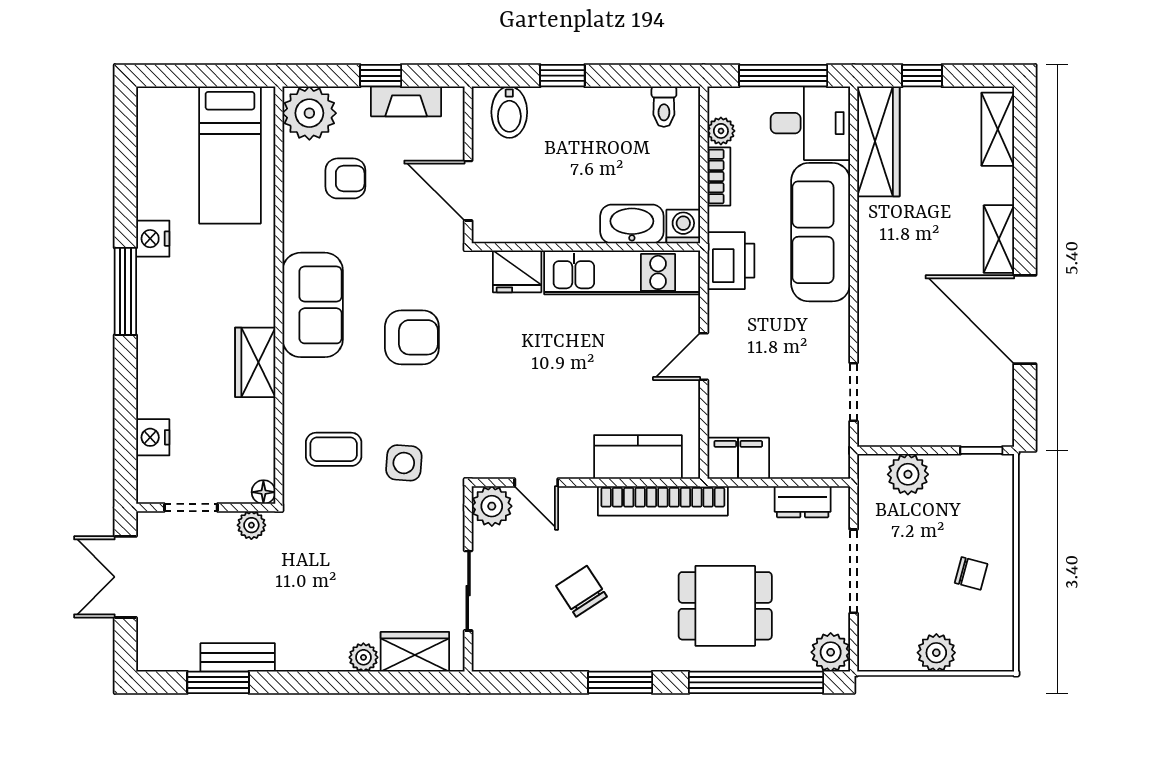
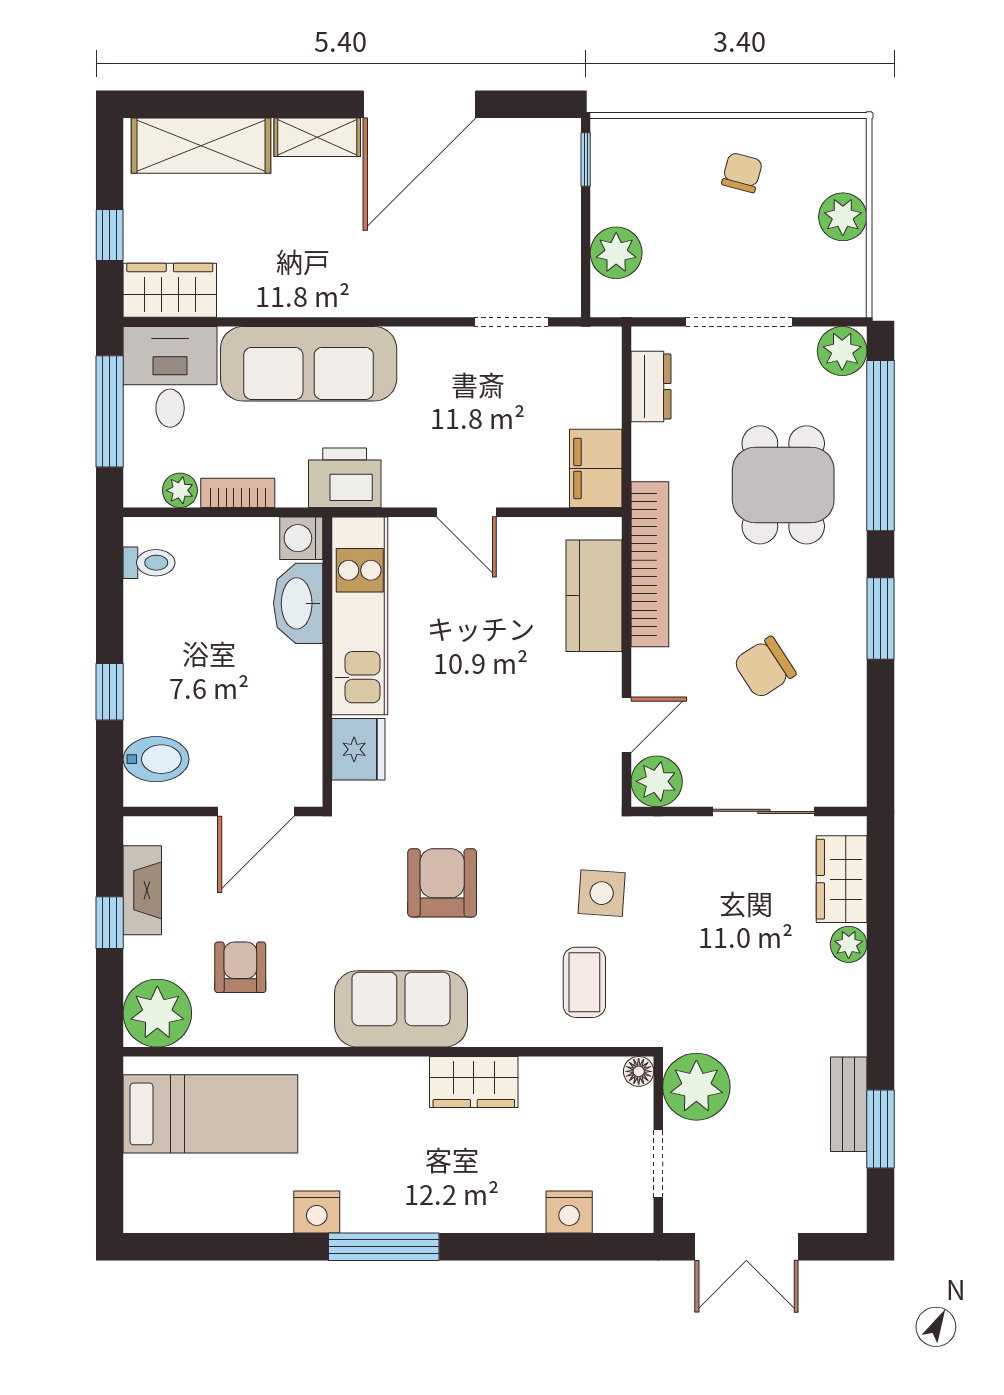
shelving: (998, 129) -> (201, 146), width x1.50, depth x1.33
wardrobe: (878, 141) -> (170, 290), width x0.67
plant: (251, 525) -> (696, 1087), width x1.88, depth x1.88

